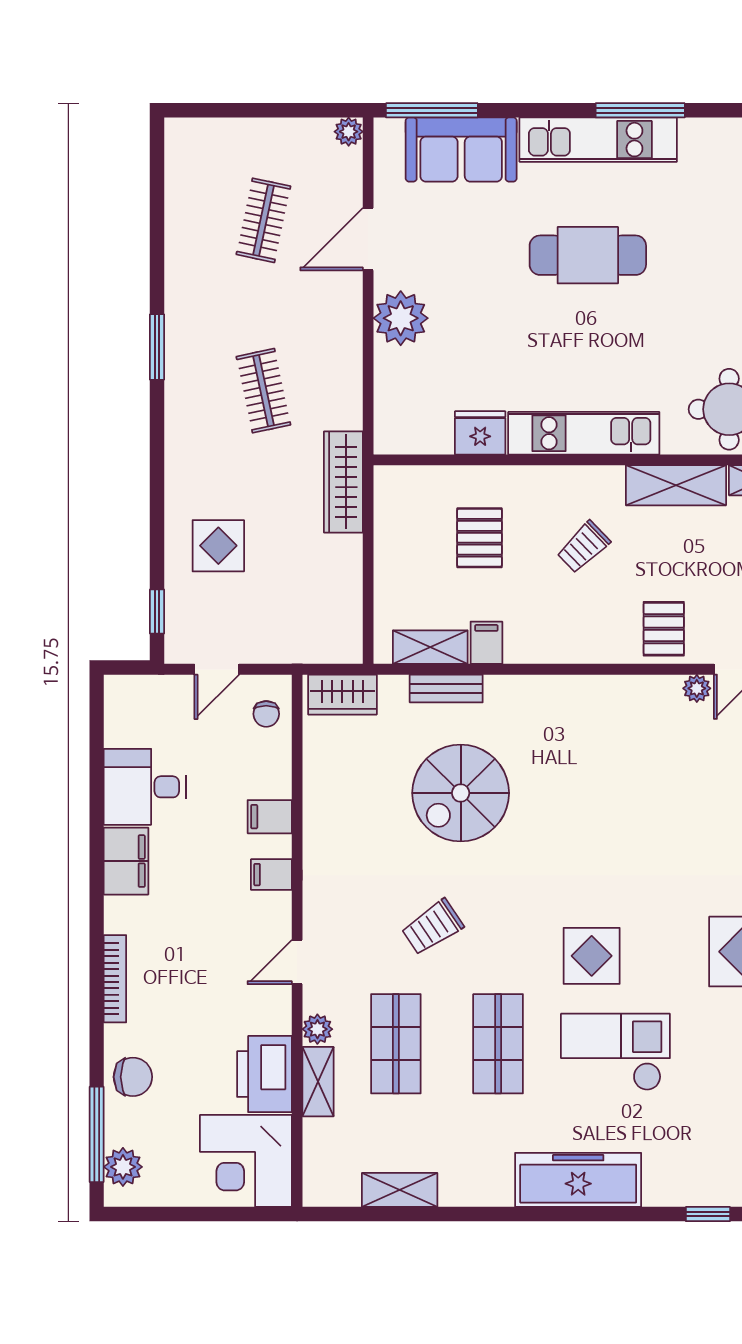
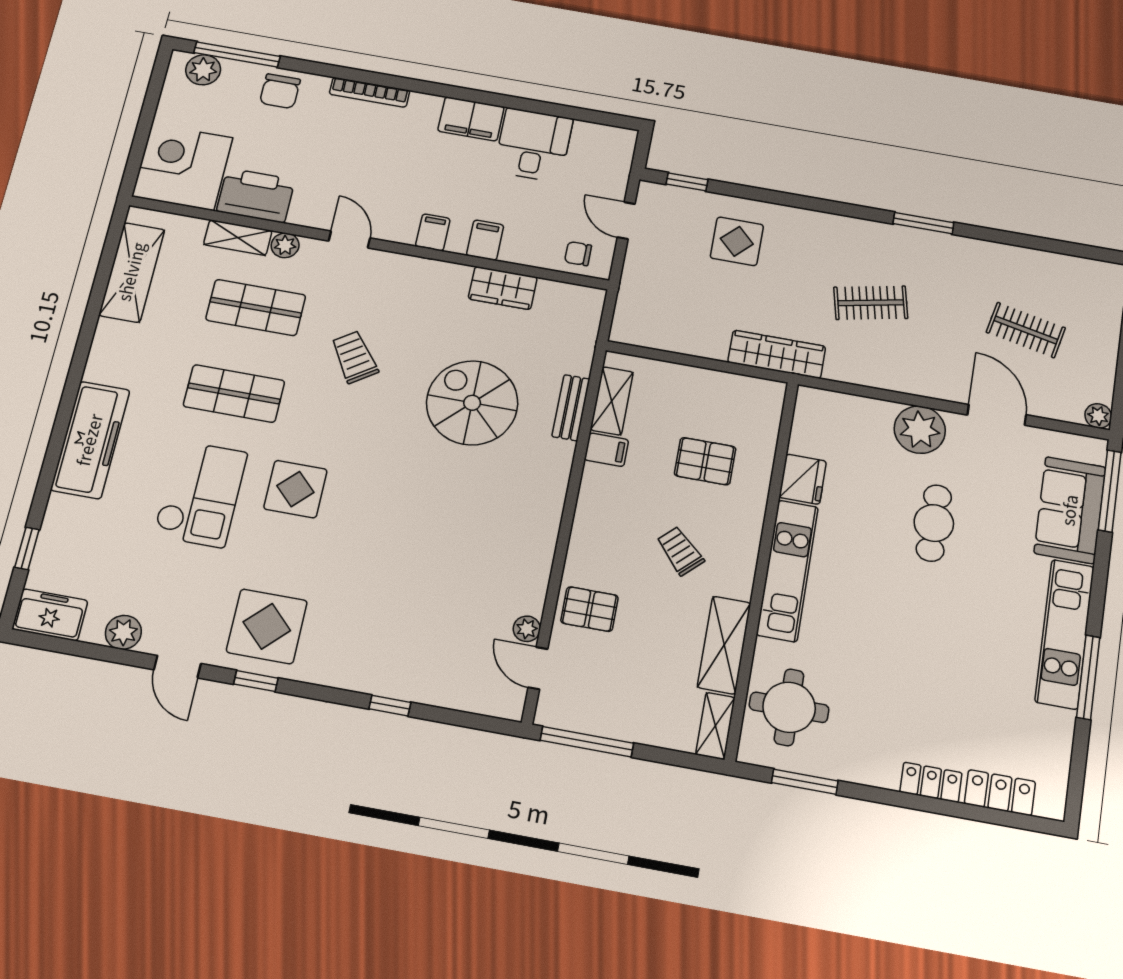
cafe table: (588, 255) -> (934, 523), moved, width x0.73, depth x0.74
wardrobe: (342, 695) -> (503, 288), moved, turned -90
shelving: (400, 1190) -> (132, 272), width x1.50, depth x1.33

